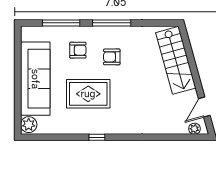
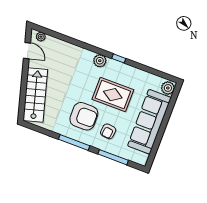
armchair: (78, 50) -> (108, 131), turned -84
armchair: (112, 57) -> (84, 116), width x1.88, depth x1.88
door: (204, 107) -> (27, 51), hinge flipped
plant: (117, 127) -> (100, 61), added

